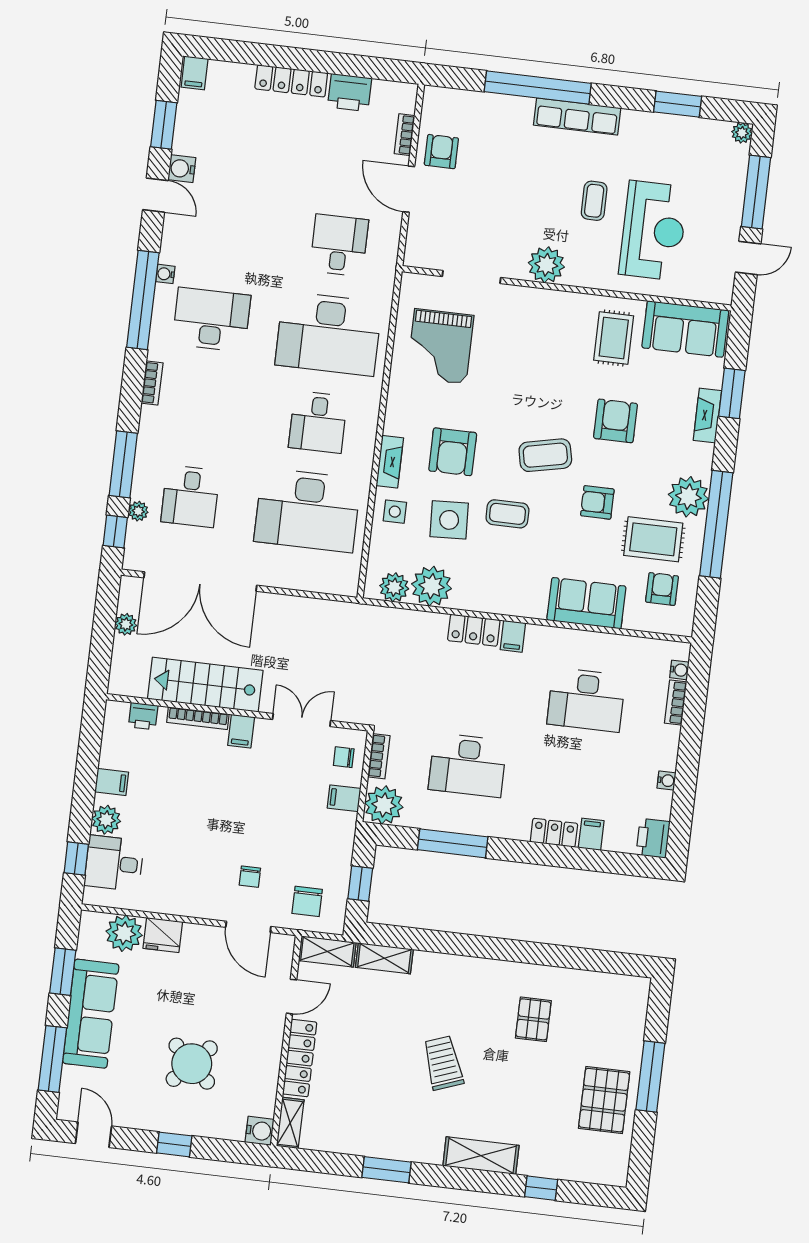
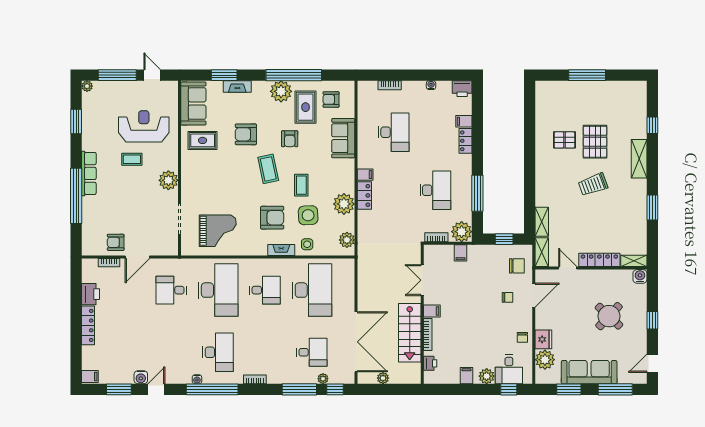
desk: (211, 320) -> (218, 352), turned 180
plant: (432, 586) -> (344, 204), moved
water cooler: (679, 670) -> (372, 85), removed
chair: (344, 757) -> (522, 337), moved
pallet: (604, 1100) -> (595, 142), moved, turned 90

